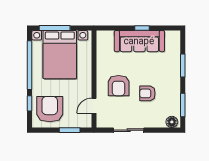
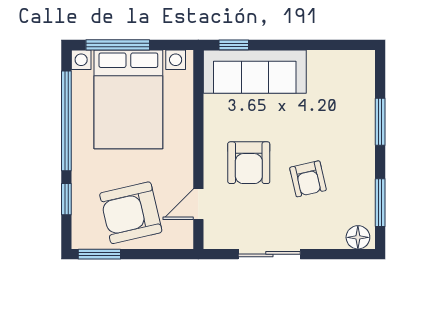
window: (142, 28) -> (234, 45), moved
sofa: (139, 41) -> (255, 72), moved
armchair: (147, 93) -> (308, 179), turned -103
armchair: (50, 109) -> (131, 213), moved, turned -103
window: (70, 130) -> (99, 254), moved

